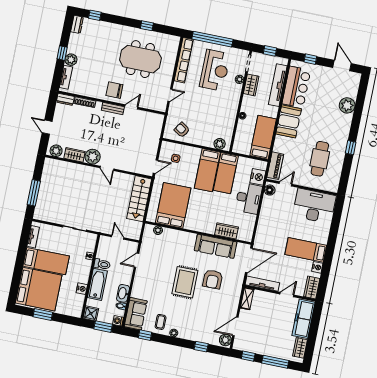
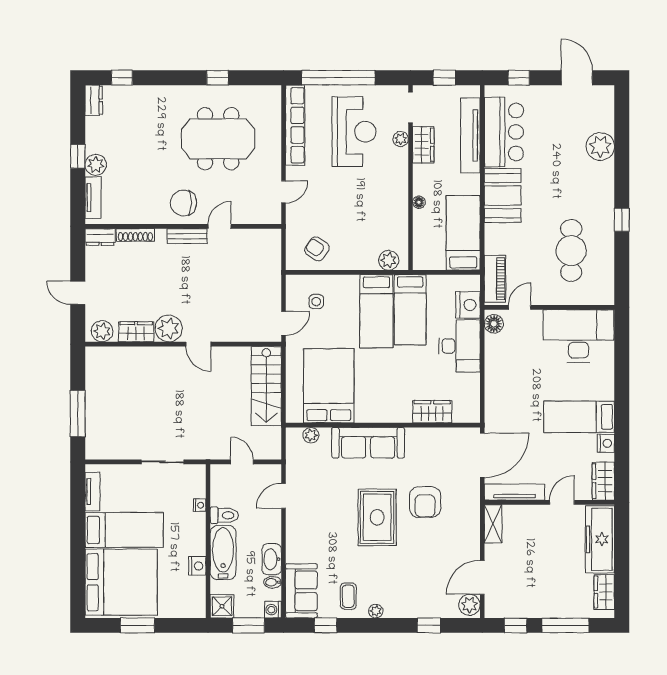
sofa: (216, 246) -> (368, 443), moved

